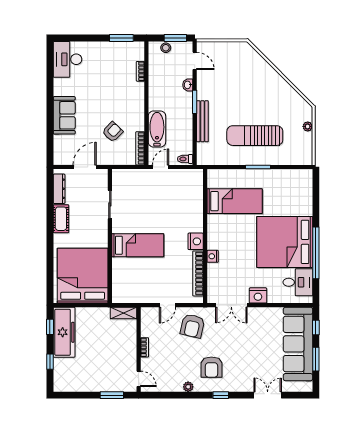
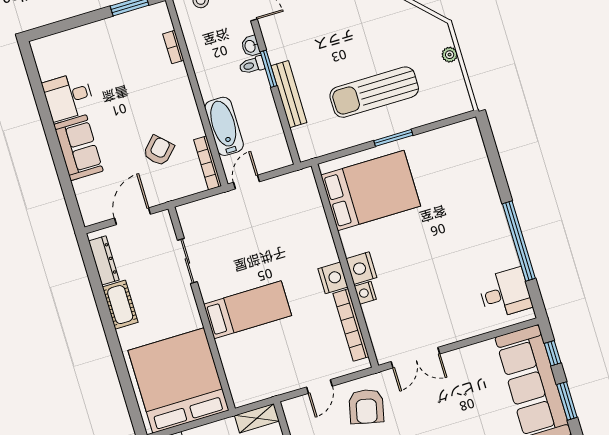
desk: (67, 59) -> (68, 97), moved, width x0.73
toilet: (185, 159) -> (252, 65), moved
bed: (235, 201) -> (371, 190), width x1.50
bed: (285, 242) -> (467, 238), removed
nightstand: (258, 295) -> (361, 268), moved, turned 90

